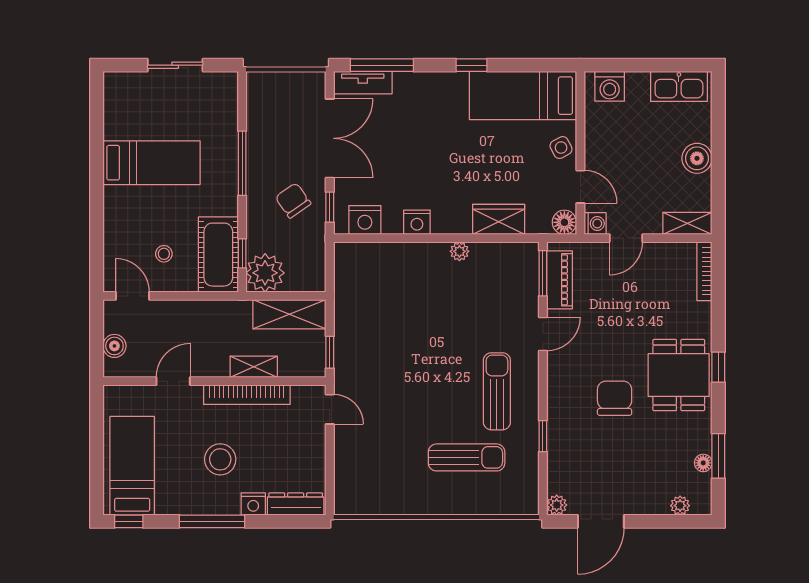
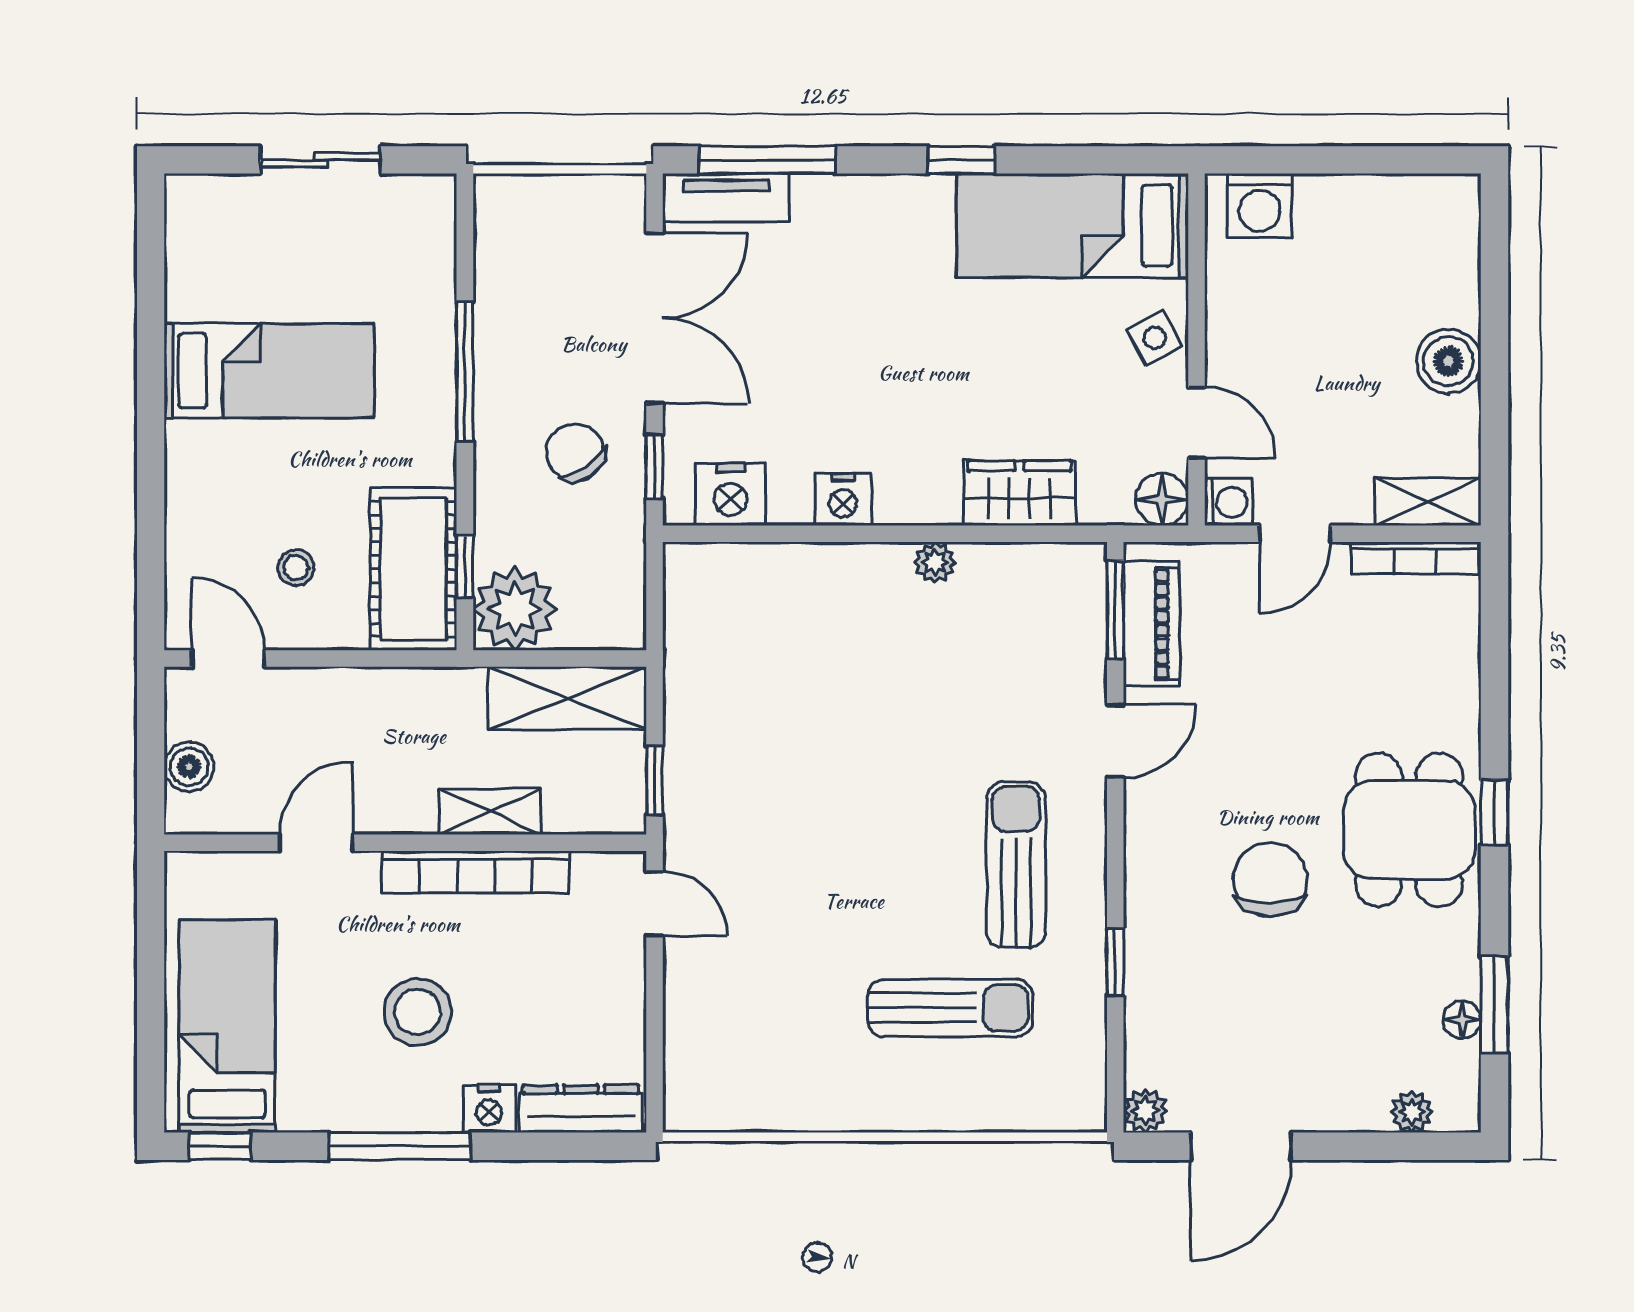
kitchen sink: (679, 86) -> (1409, 206), removed
bookcase: (704, 271) -> (1415, 558), moved, turned -90

